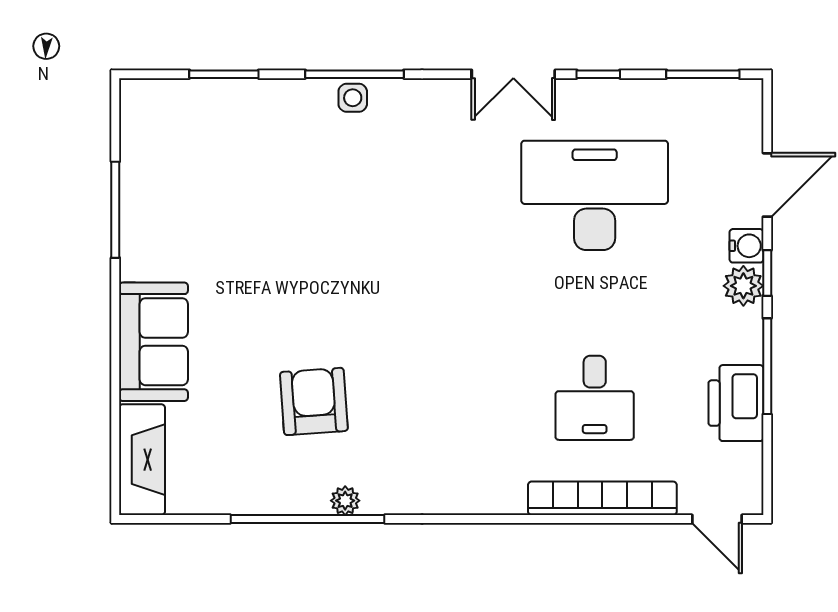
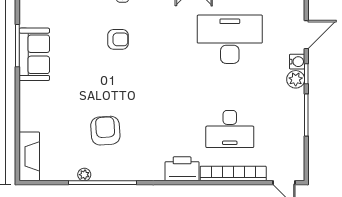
armchair: (342, 196) -> (118, 39), added
sofa: (153, 342) -> (34, 54), moved
desk: (595, 398) -> (230, 129), width x1.37
printer: (736, 403) -> (182, 169), moved, turned 90
plant: (345, 501) -> (84, 175), moved

